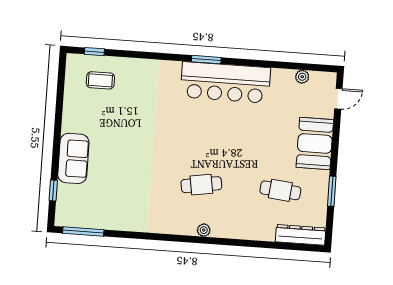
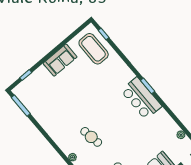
coffee table: (100, 80) -> (94, 49), width x1.86, depth x1.72
bar counter: (225, 82) -> (141, 98), width x0.73
sofa: (73, 158) -> (60, 60), moved

